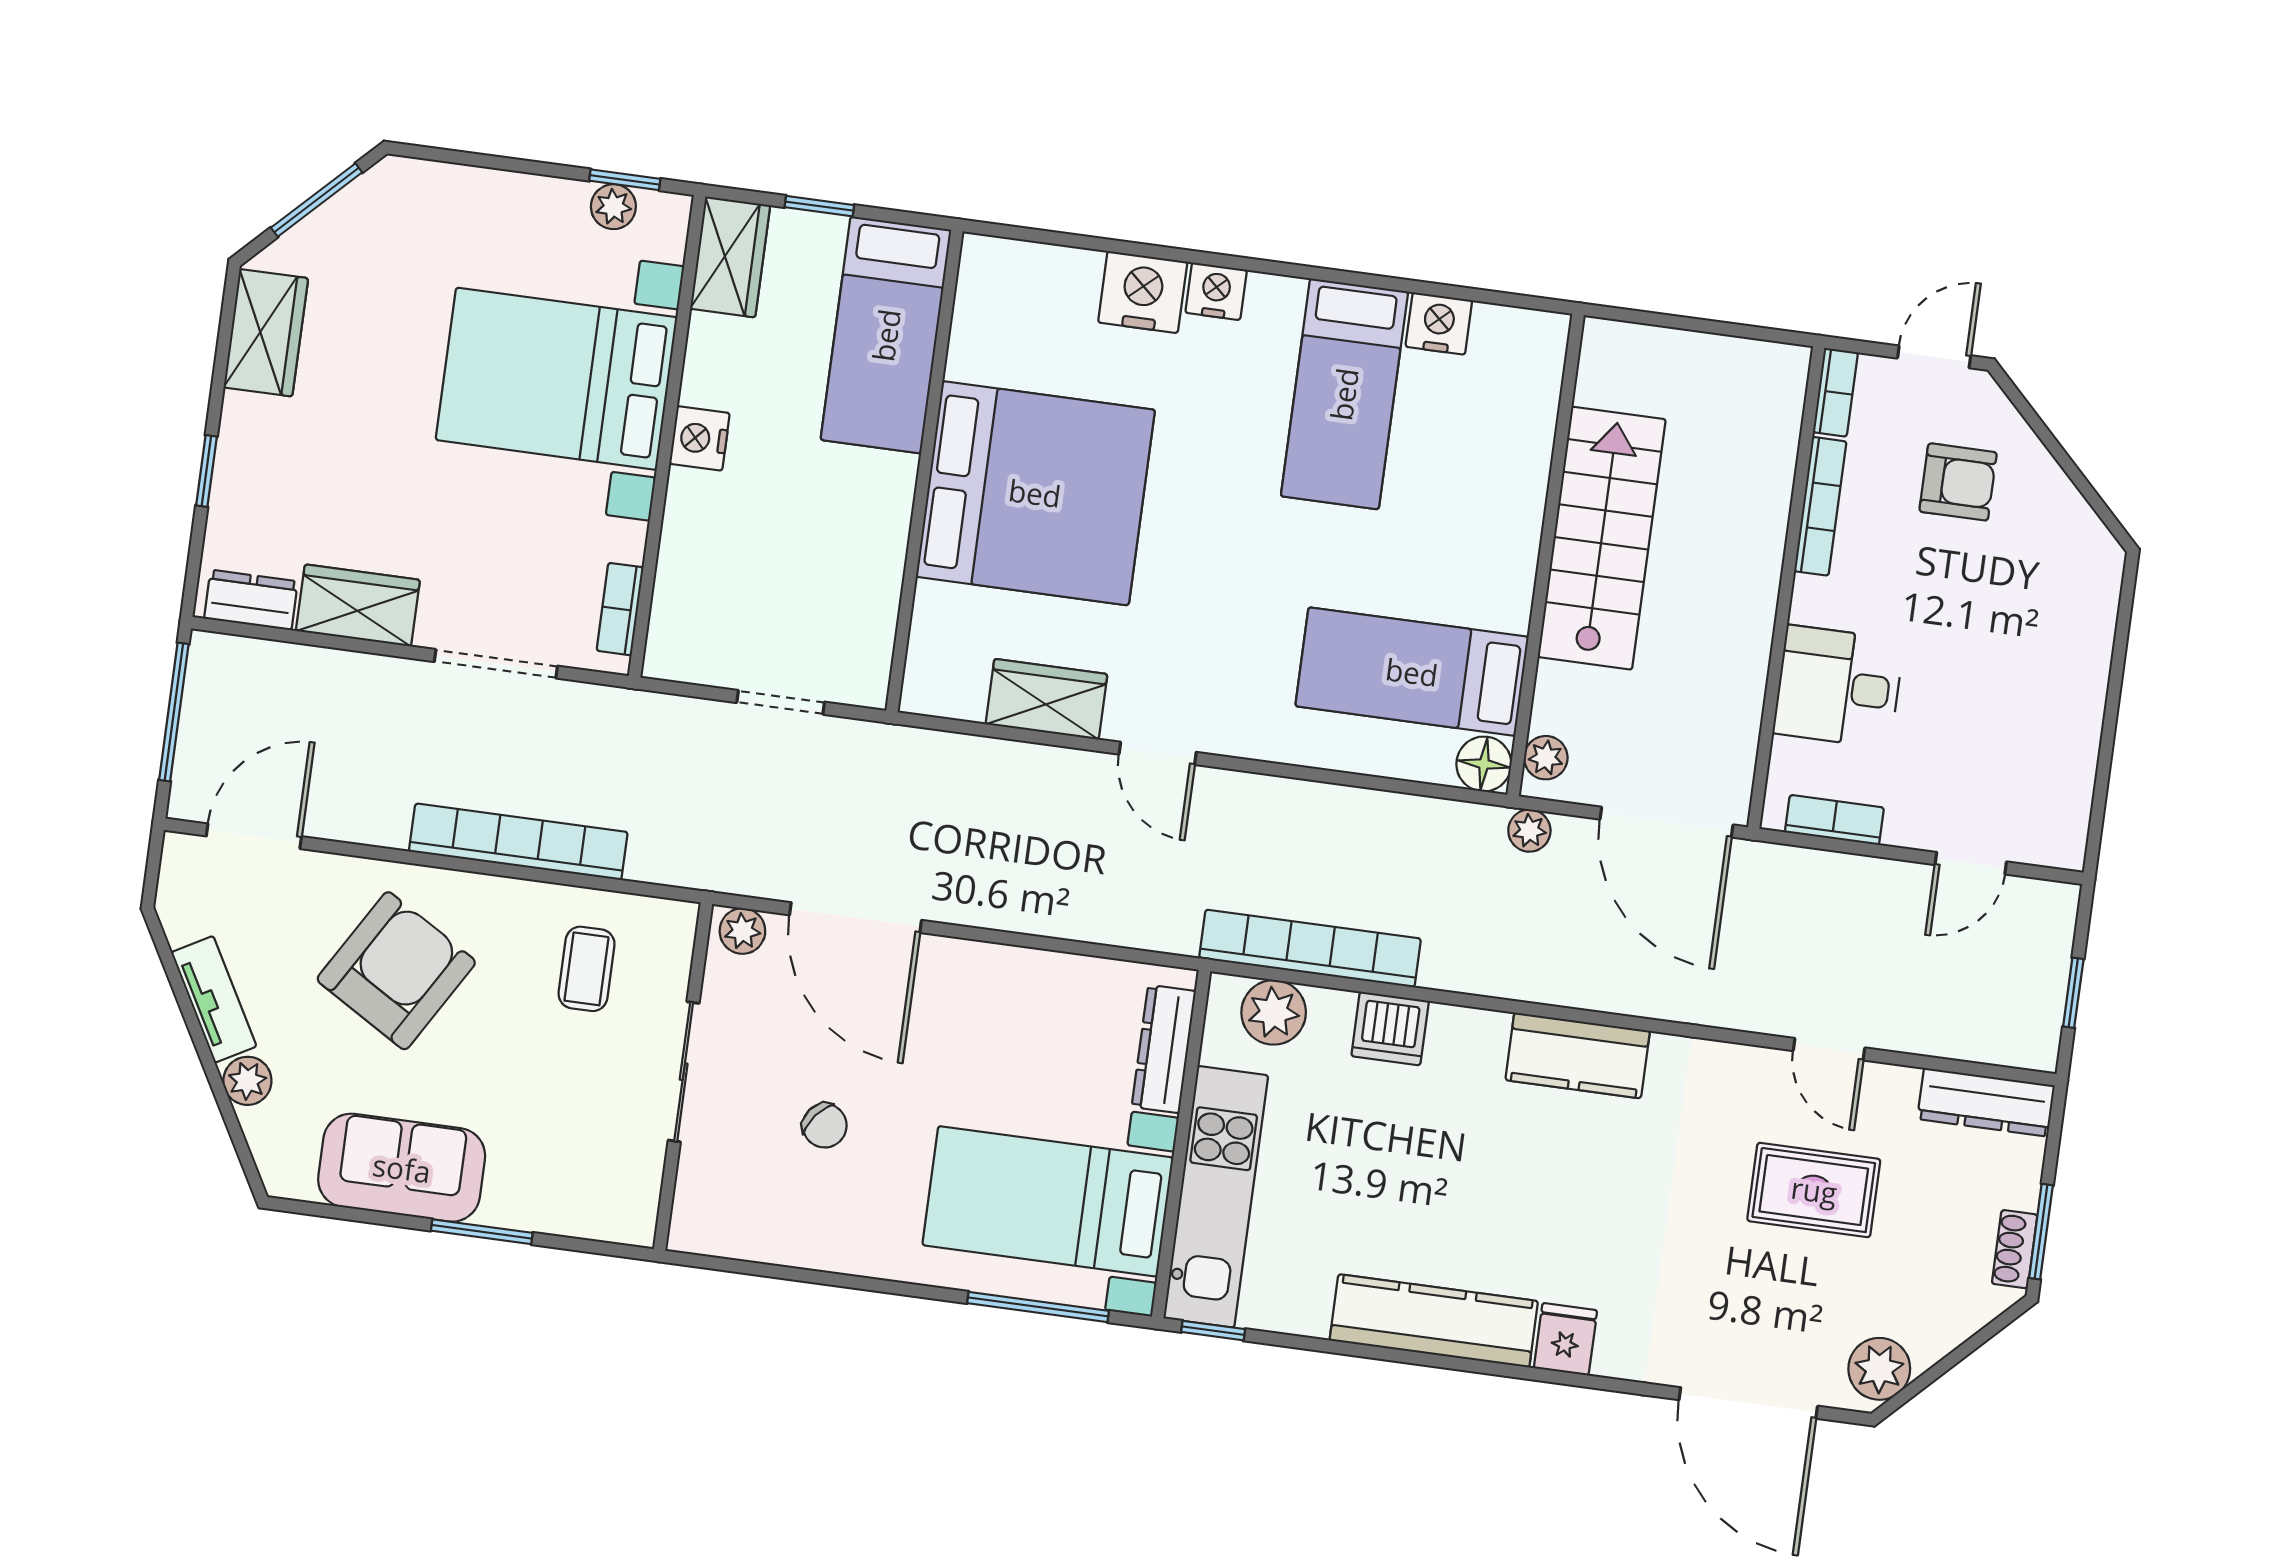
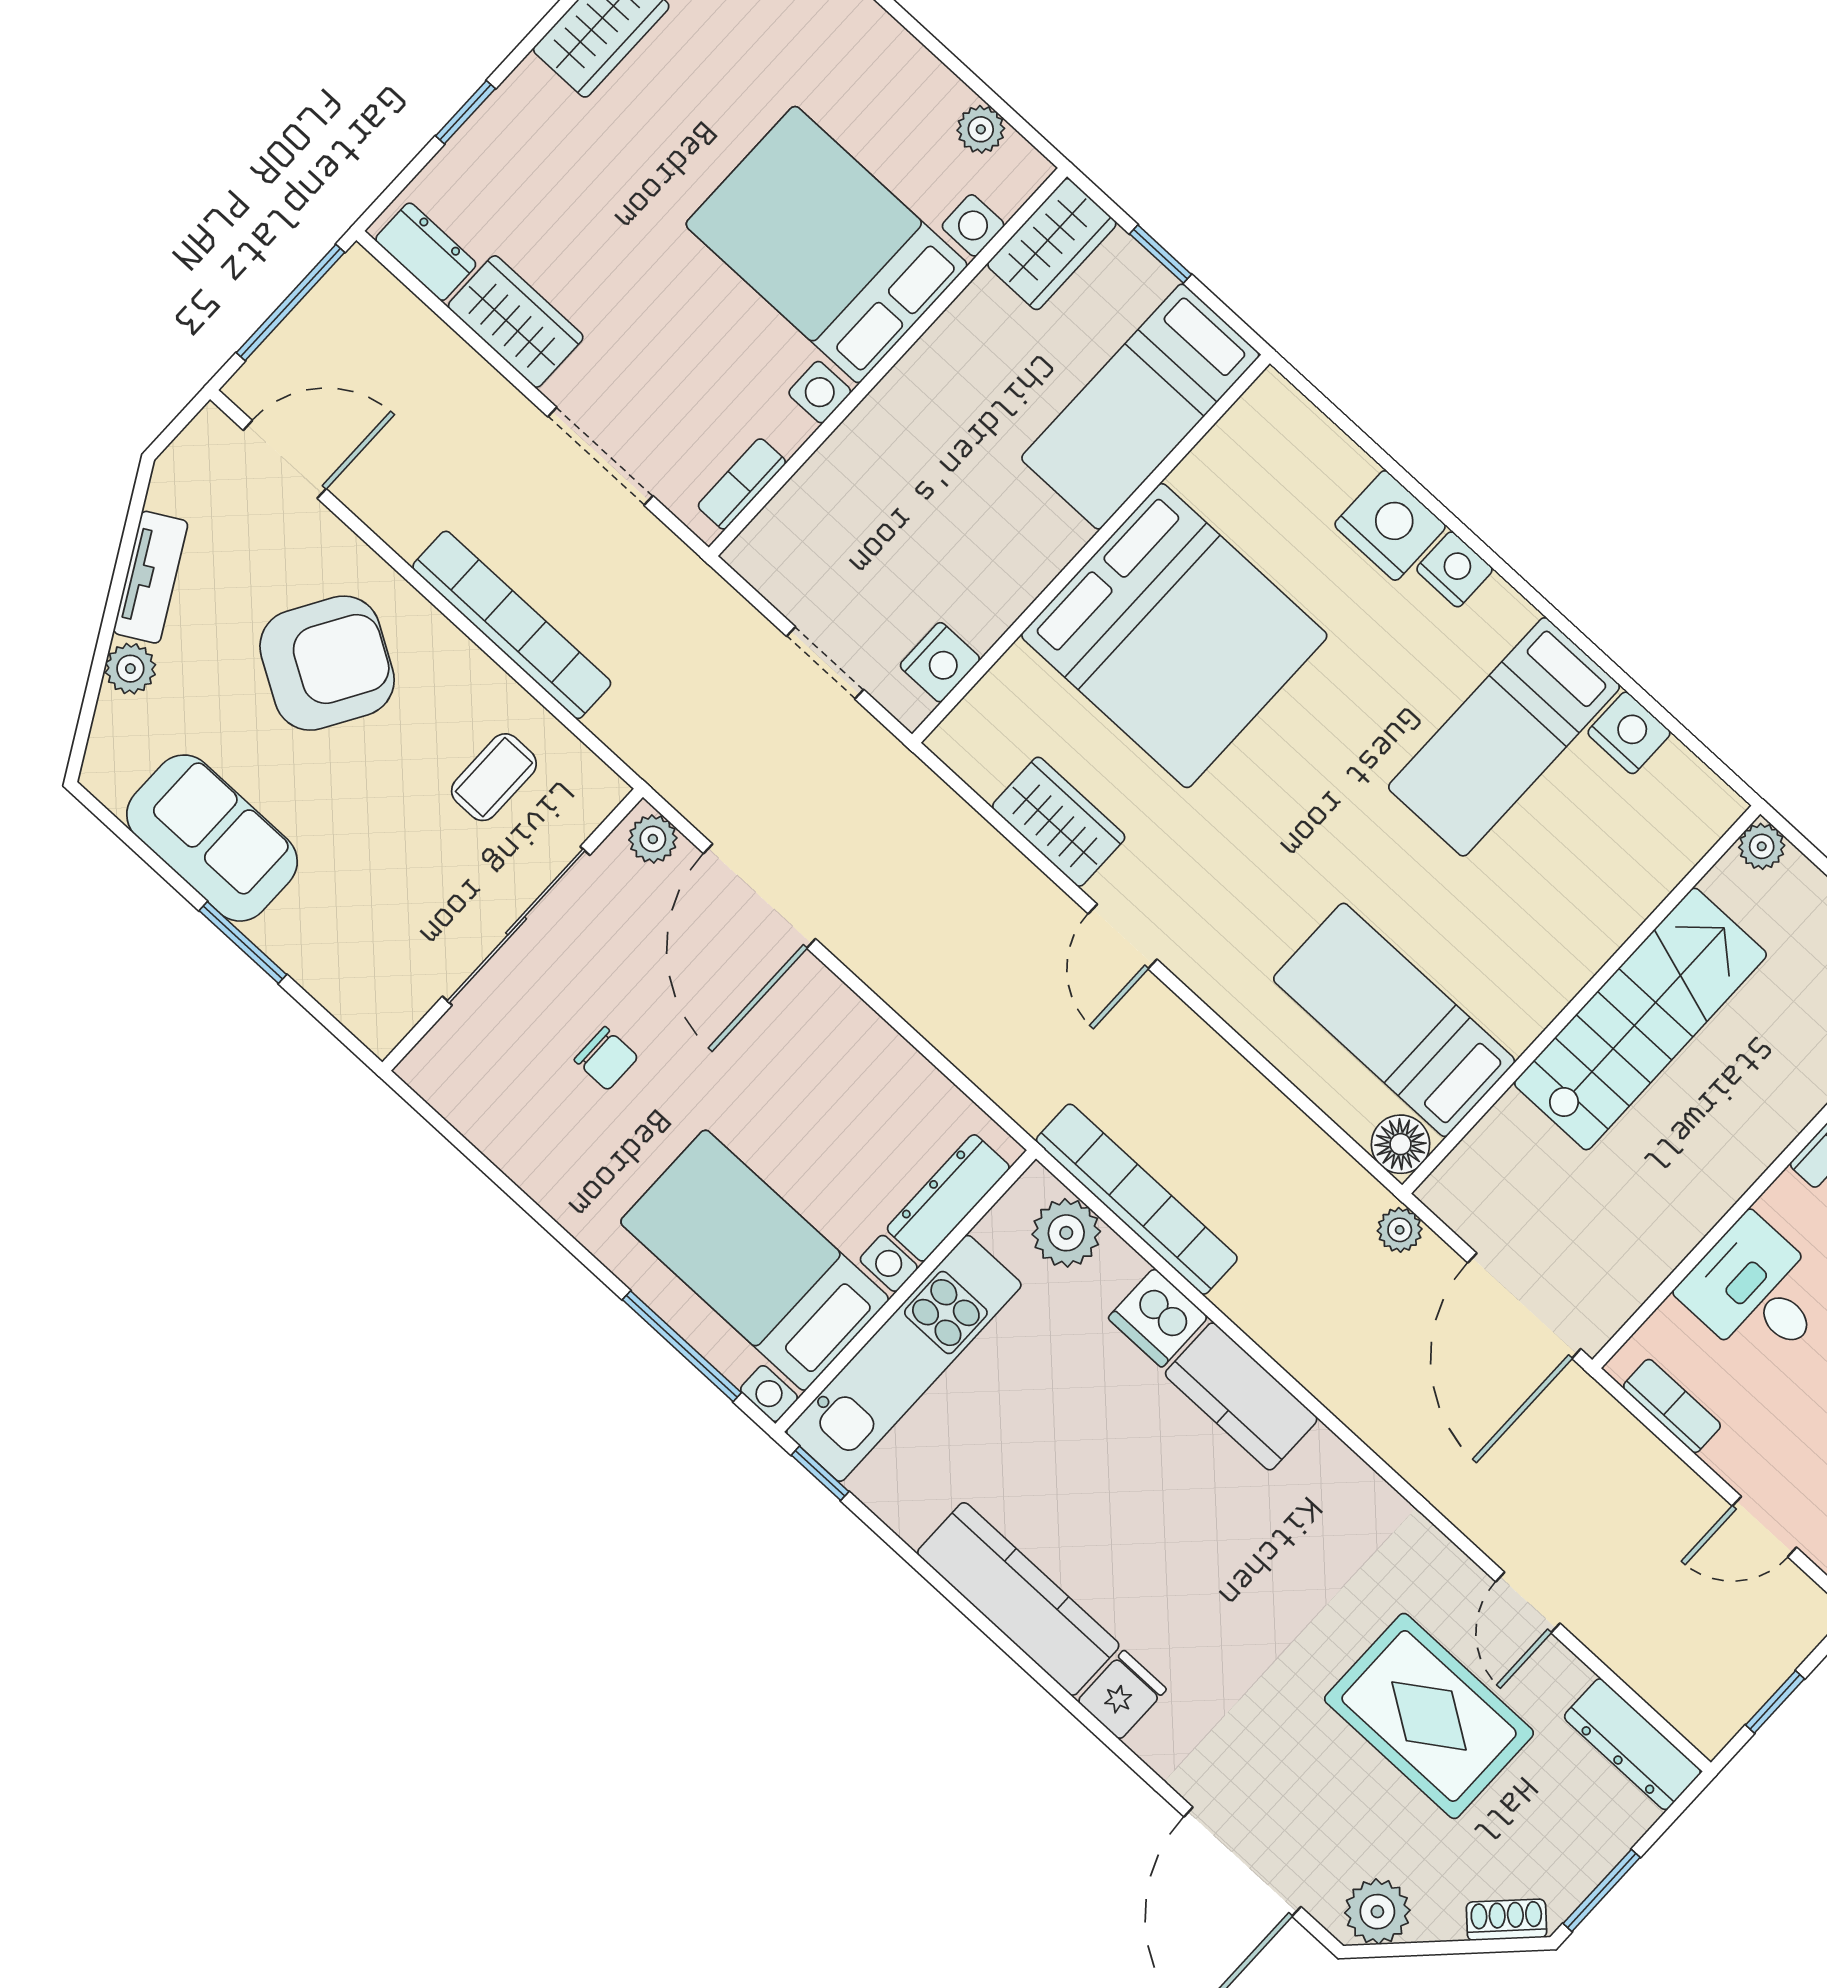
window: (625, 180) -> (1007, 113), removed
nightstand: (699, 438) -> (940, 662), moved, turned 180
plant: (1546, 758) -> (1762, 846), moved
kitchen counter: (1578, 1055) -> (1241, 1396), moved
sliding door: (684, 1072) -> (516, 926), width x1.37
chair: (825, 1126) -> (606, 1059), turned -38
rug: (1814, 1190) -> (1429, 1716), width x1.36, depth x1.43
shoe rack: (2015, 1249) -> (1506, 1920), moved, turned 45

